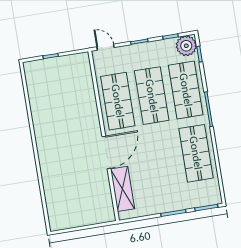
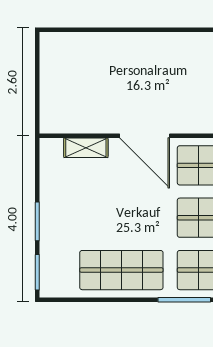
shelving: (123, 189) -> (86, 148), width x0.67, depth x0.75

